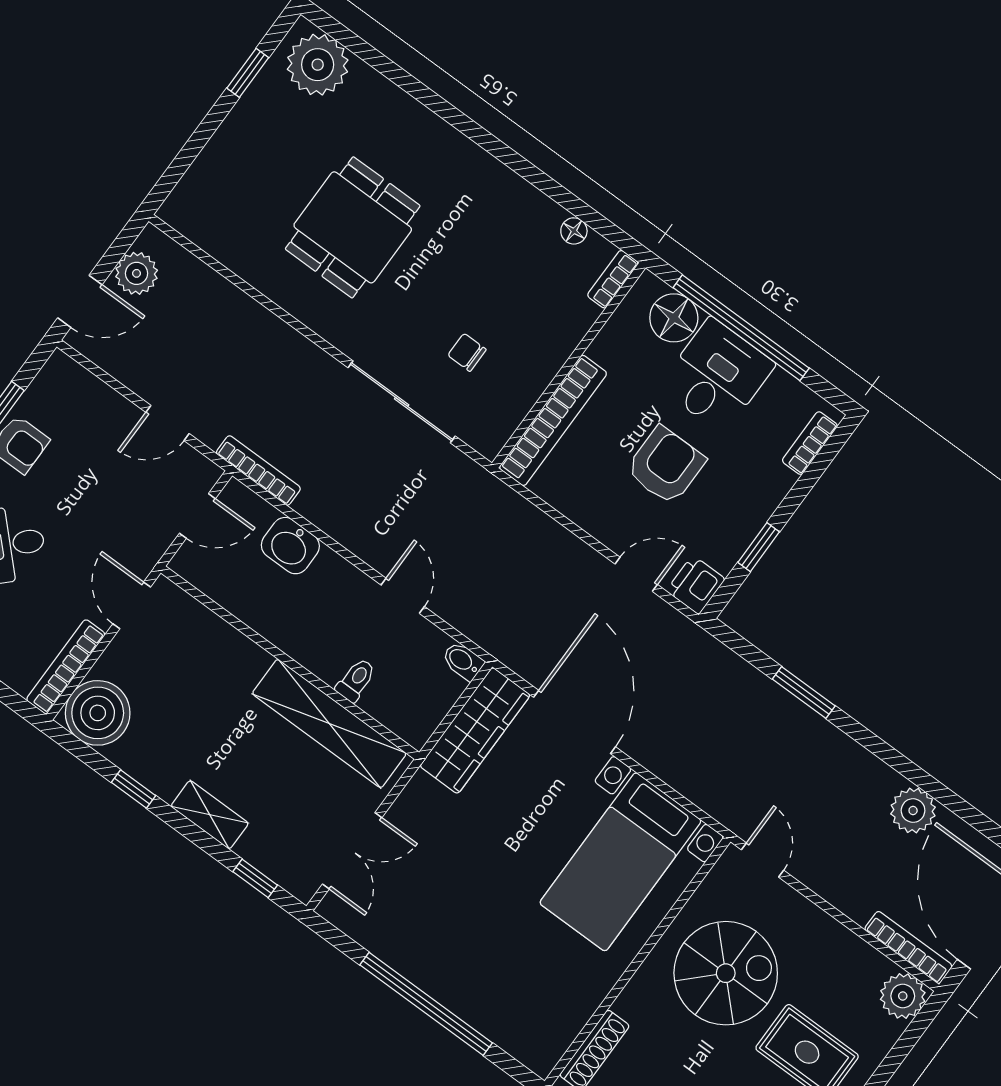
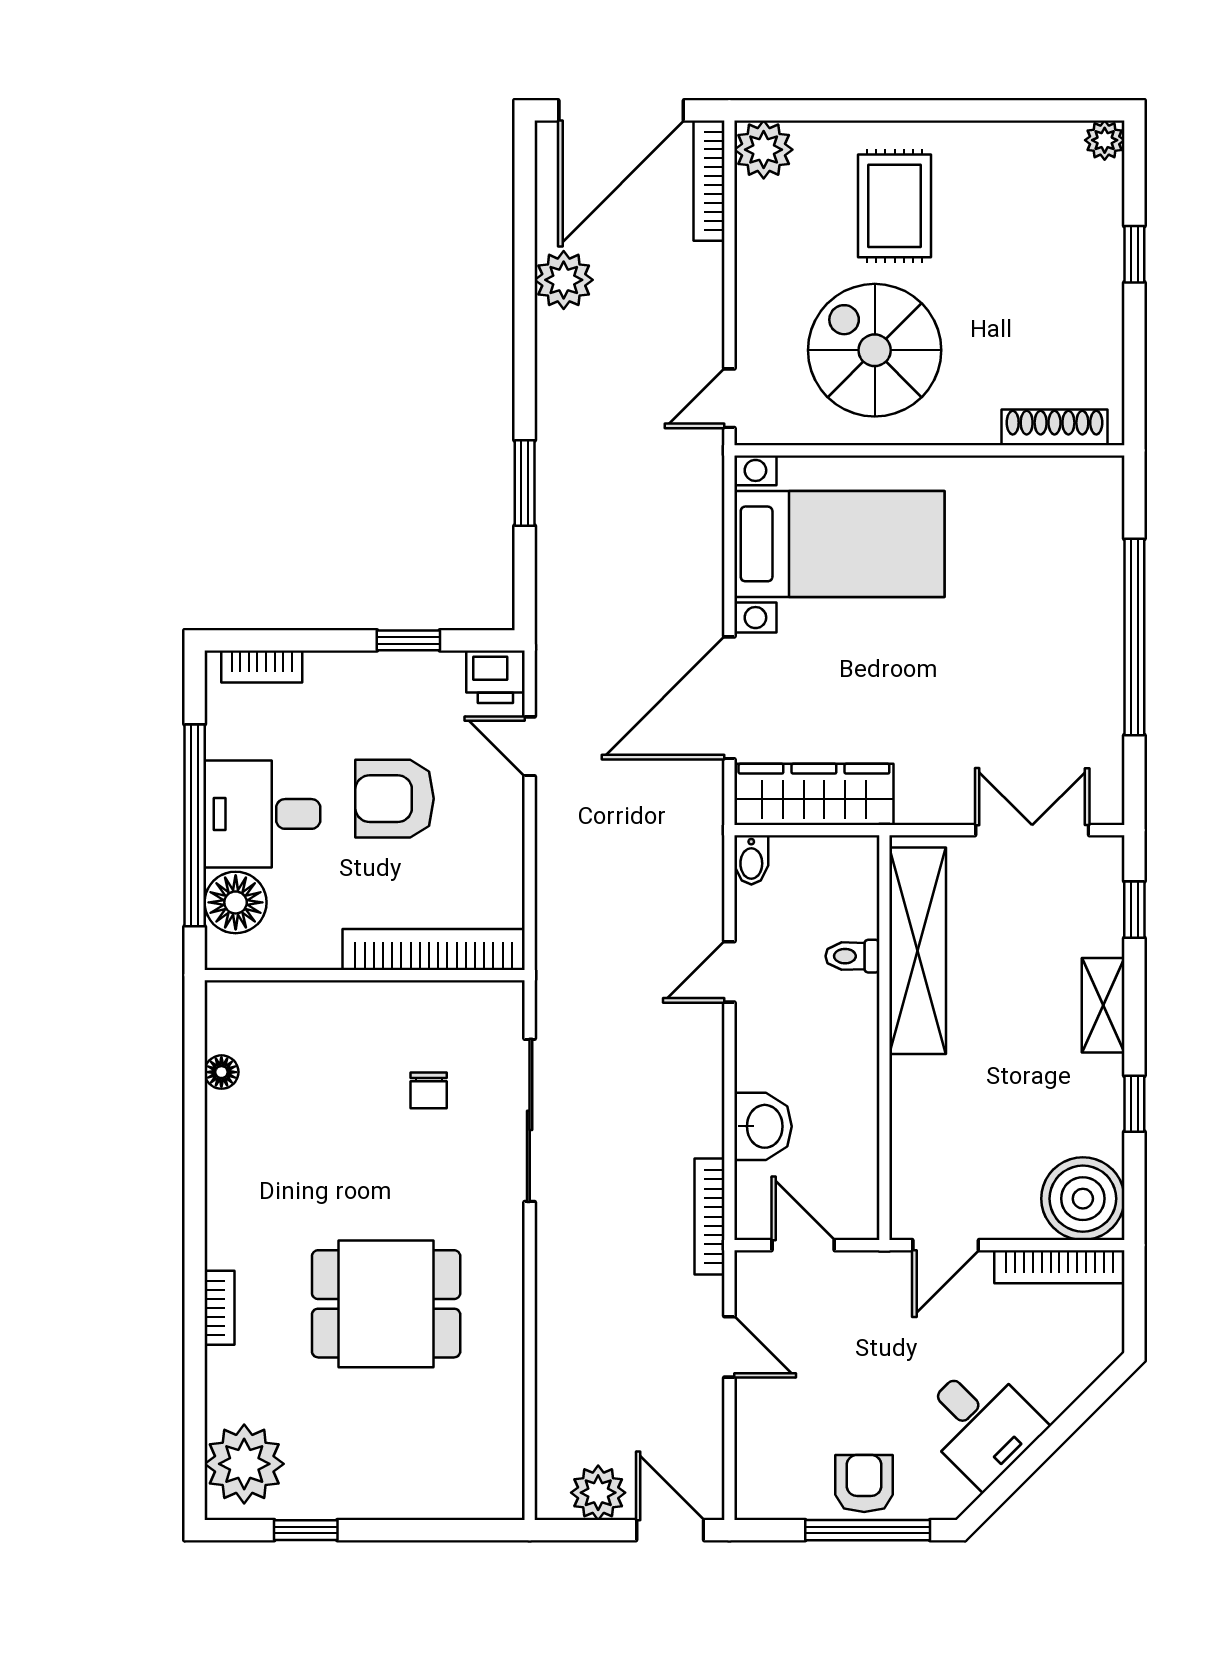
bookcase: (613, 279) -> (220, 1308), moved, turned -90

